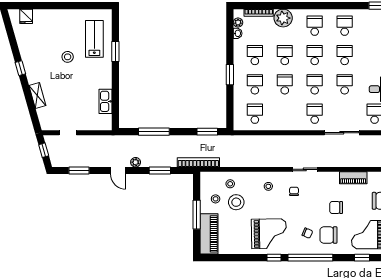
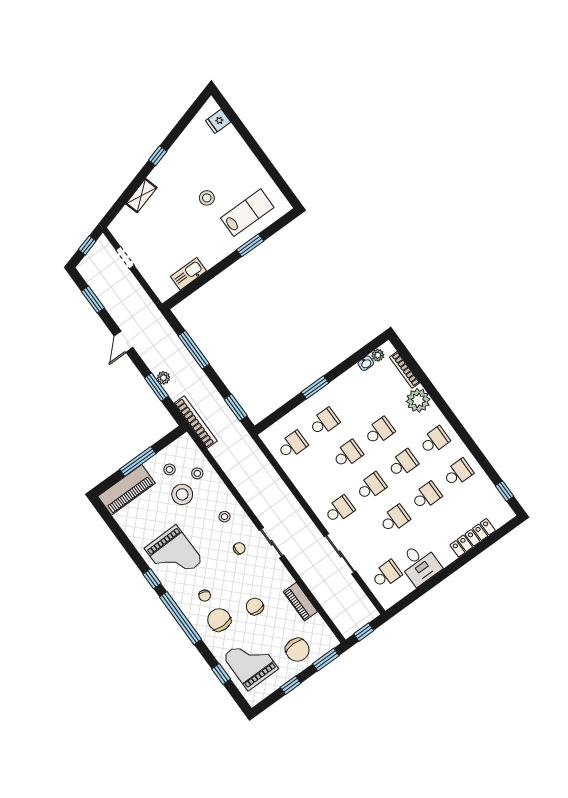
school desk: (255, 55) -> (356, 399), removed
plant: (136, 162) -> (163, 378), moved

